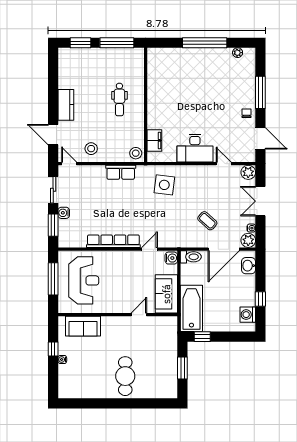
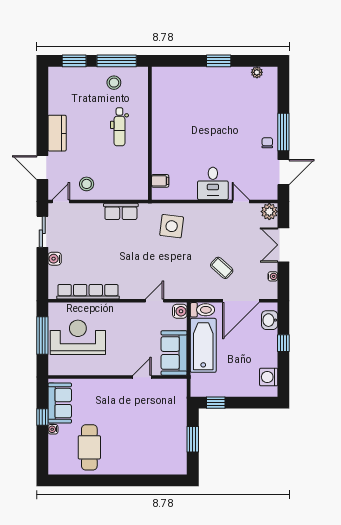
window: (205, 43) -> (219, 61), width x0.47
window: (260, 92) -> (283, 132), moved
door: (260, 138) -> (283, 172), hinge flipped
filing cabinet: (154, 140) -> (160, 181), width x0.50
desk: (195, 148) -> (213, 183), width x0.73
stool: (136, 153) -> (114, 83), moved
door: (69, 164) -> (61, 202), hinge flipped
window: (53, 225) -> (42, 273), removed
plant: (248, 240) -> (269, 291), removed
row of seats: (113, 241) -> (88, 292), moved
reception desk: (84, 280) -> (78, 337), turned -90
window: (260, 299) -> (283, 343), moved
bathtub: (191, 308) -> (203, 345), moved
sofa: (83, 326) -> (60, 403), moved, turned -90
cafe table: (125, 376) -> (89, 447), moved

